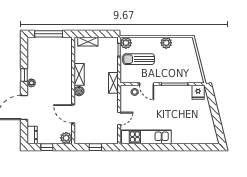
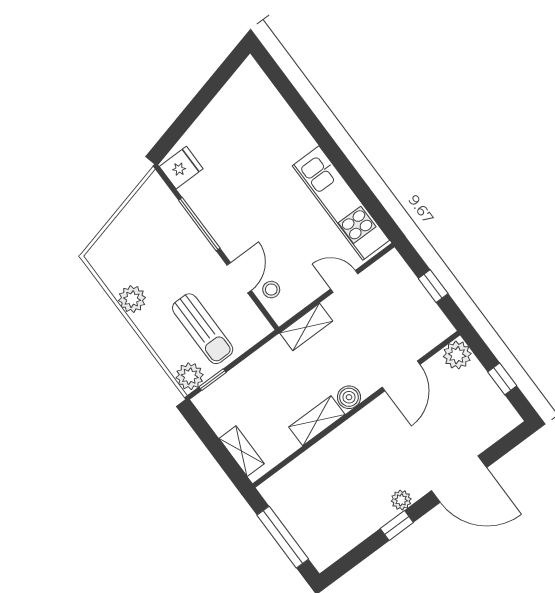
shelving: (113, 83) -> (306, 327), moved
dresser: (32, 135) -> (500, 424), removed

